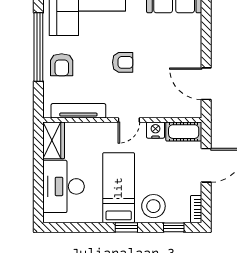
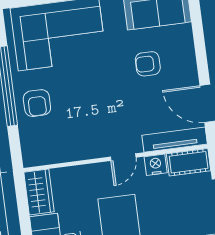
armchair: (123, 62) -> (148, 64), moved, turned 180
tv unit: (78, 111) -> (175, 140), moved

